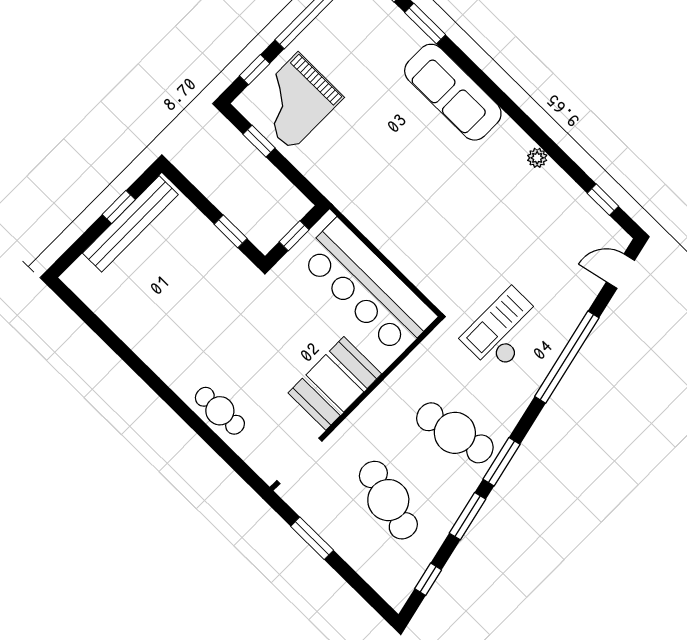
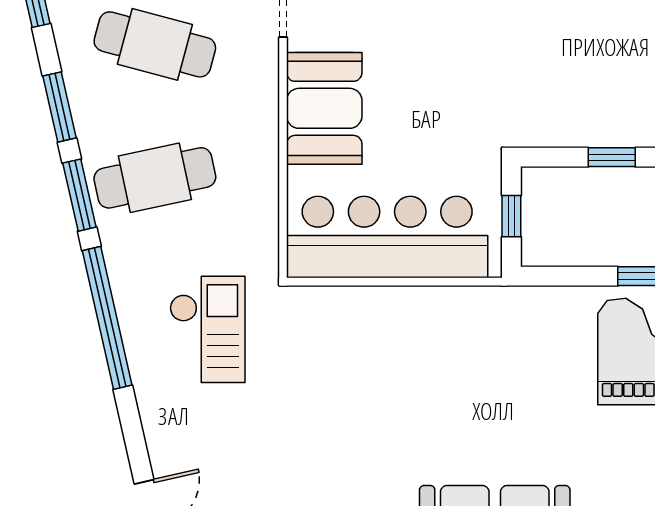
window: (231, 231) -> (612, 157), moved
window: (567, 357) -> (107, 318), moved

